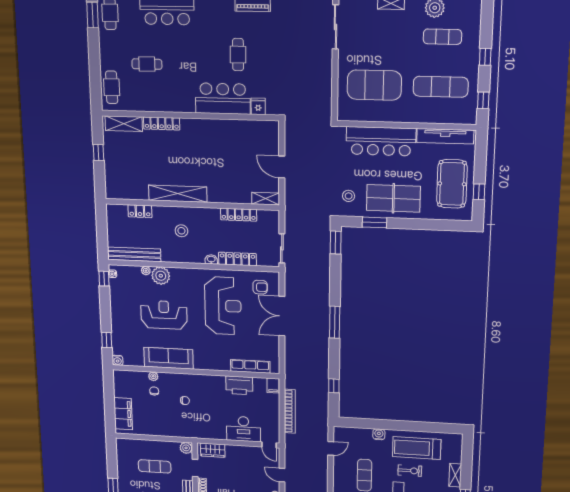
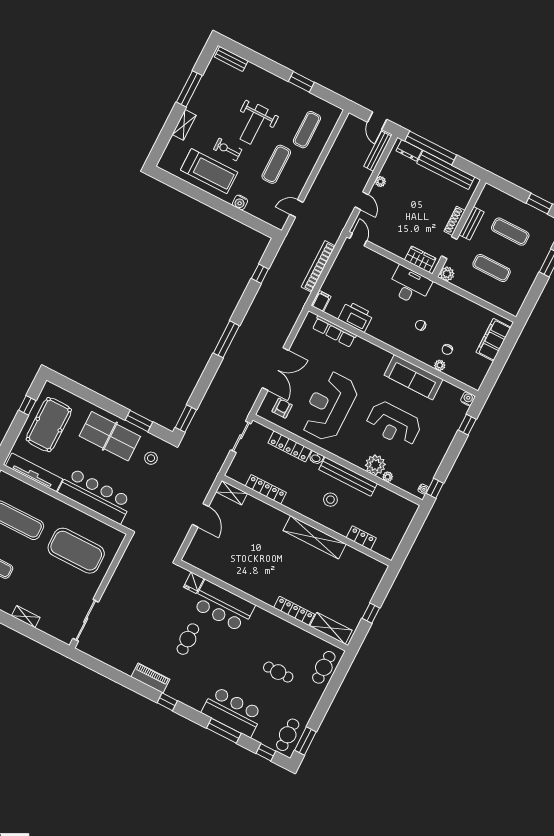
bench: (134, 254) -> (348, 477), moved
armchair: (260, 287) -> (282, 408), turned 90
desk: (244, 429) -> (410, 286), moved

